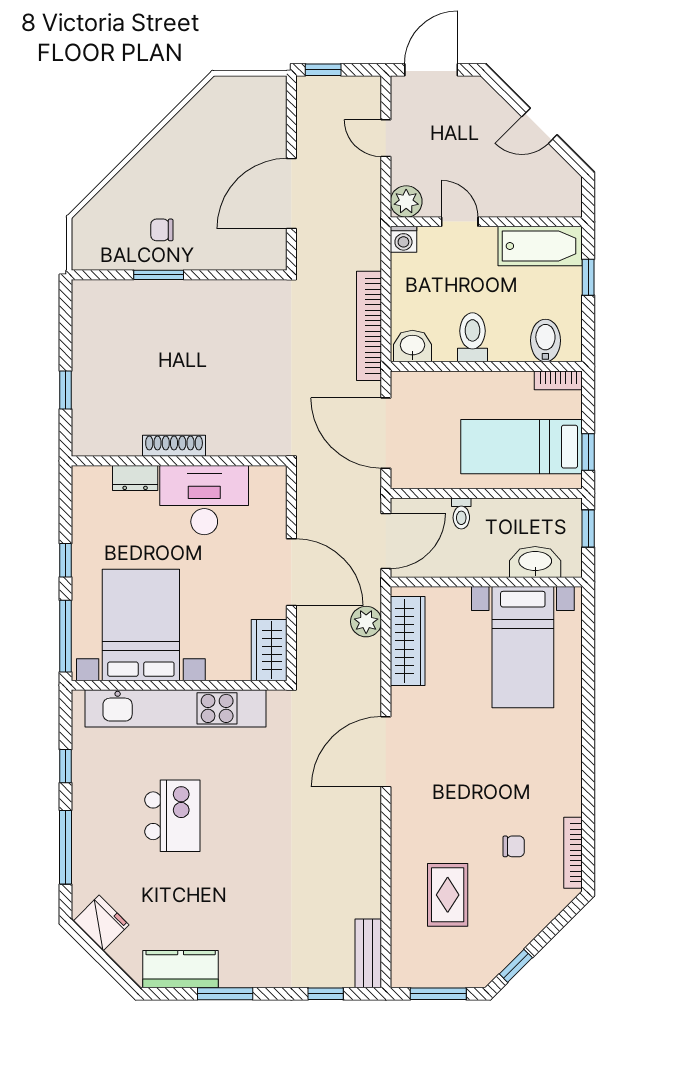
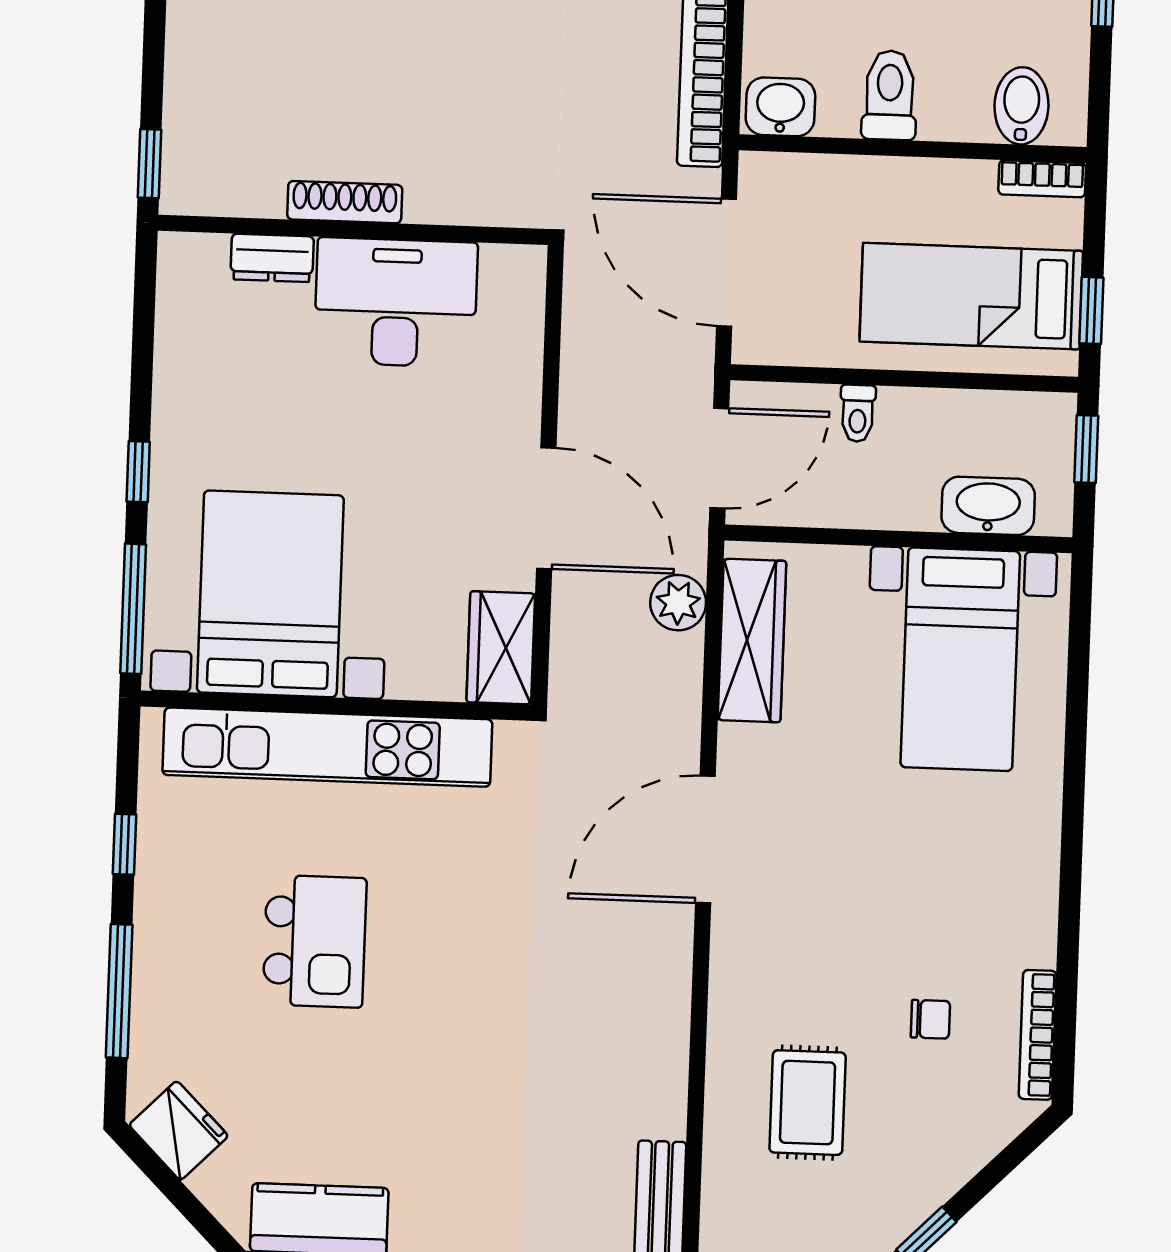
shoe rack: (174, 446) -> (345, 202), moved
wall: (179, 461) -> (353, 230), moved
dresser: (135, 478) -> (272, 258), moved
desk: (204, 500) -> (396, 302), moved

